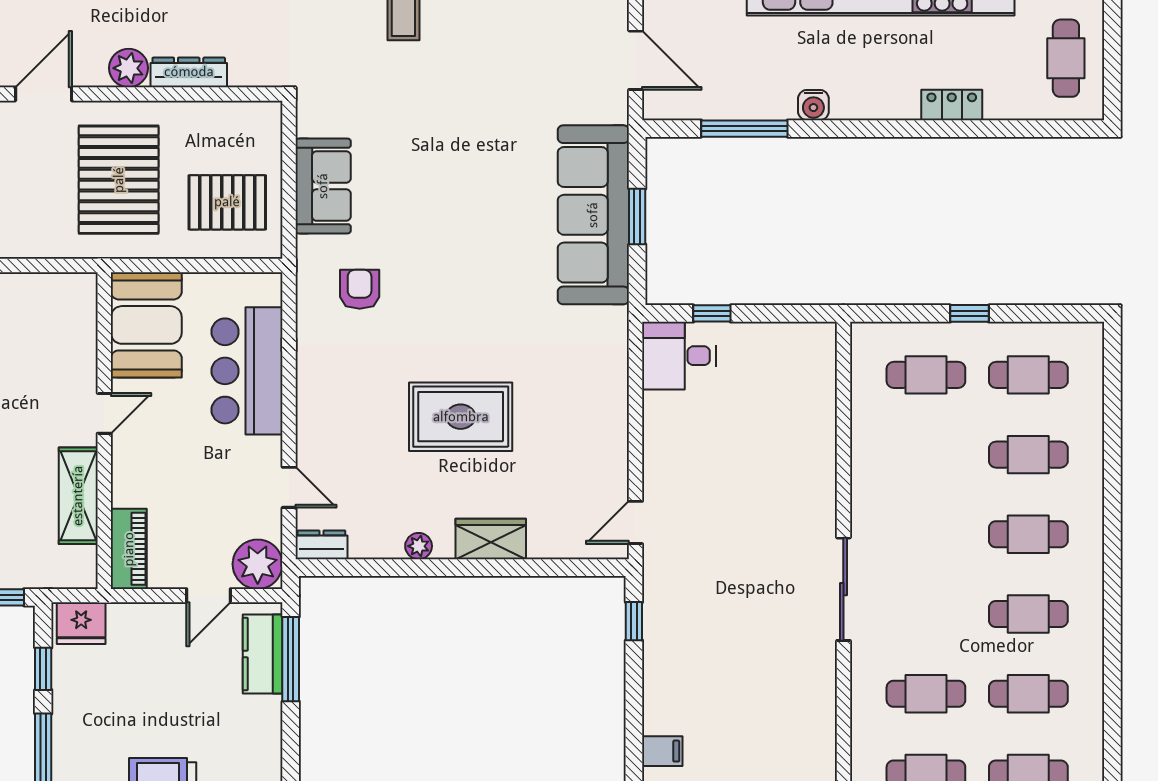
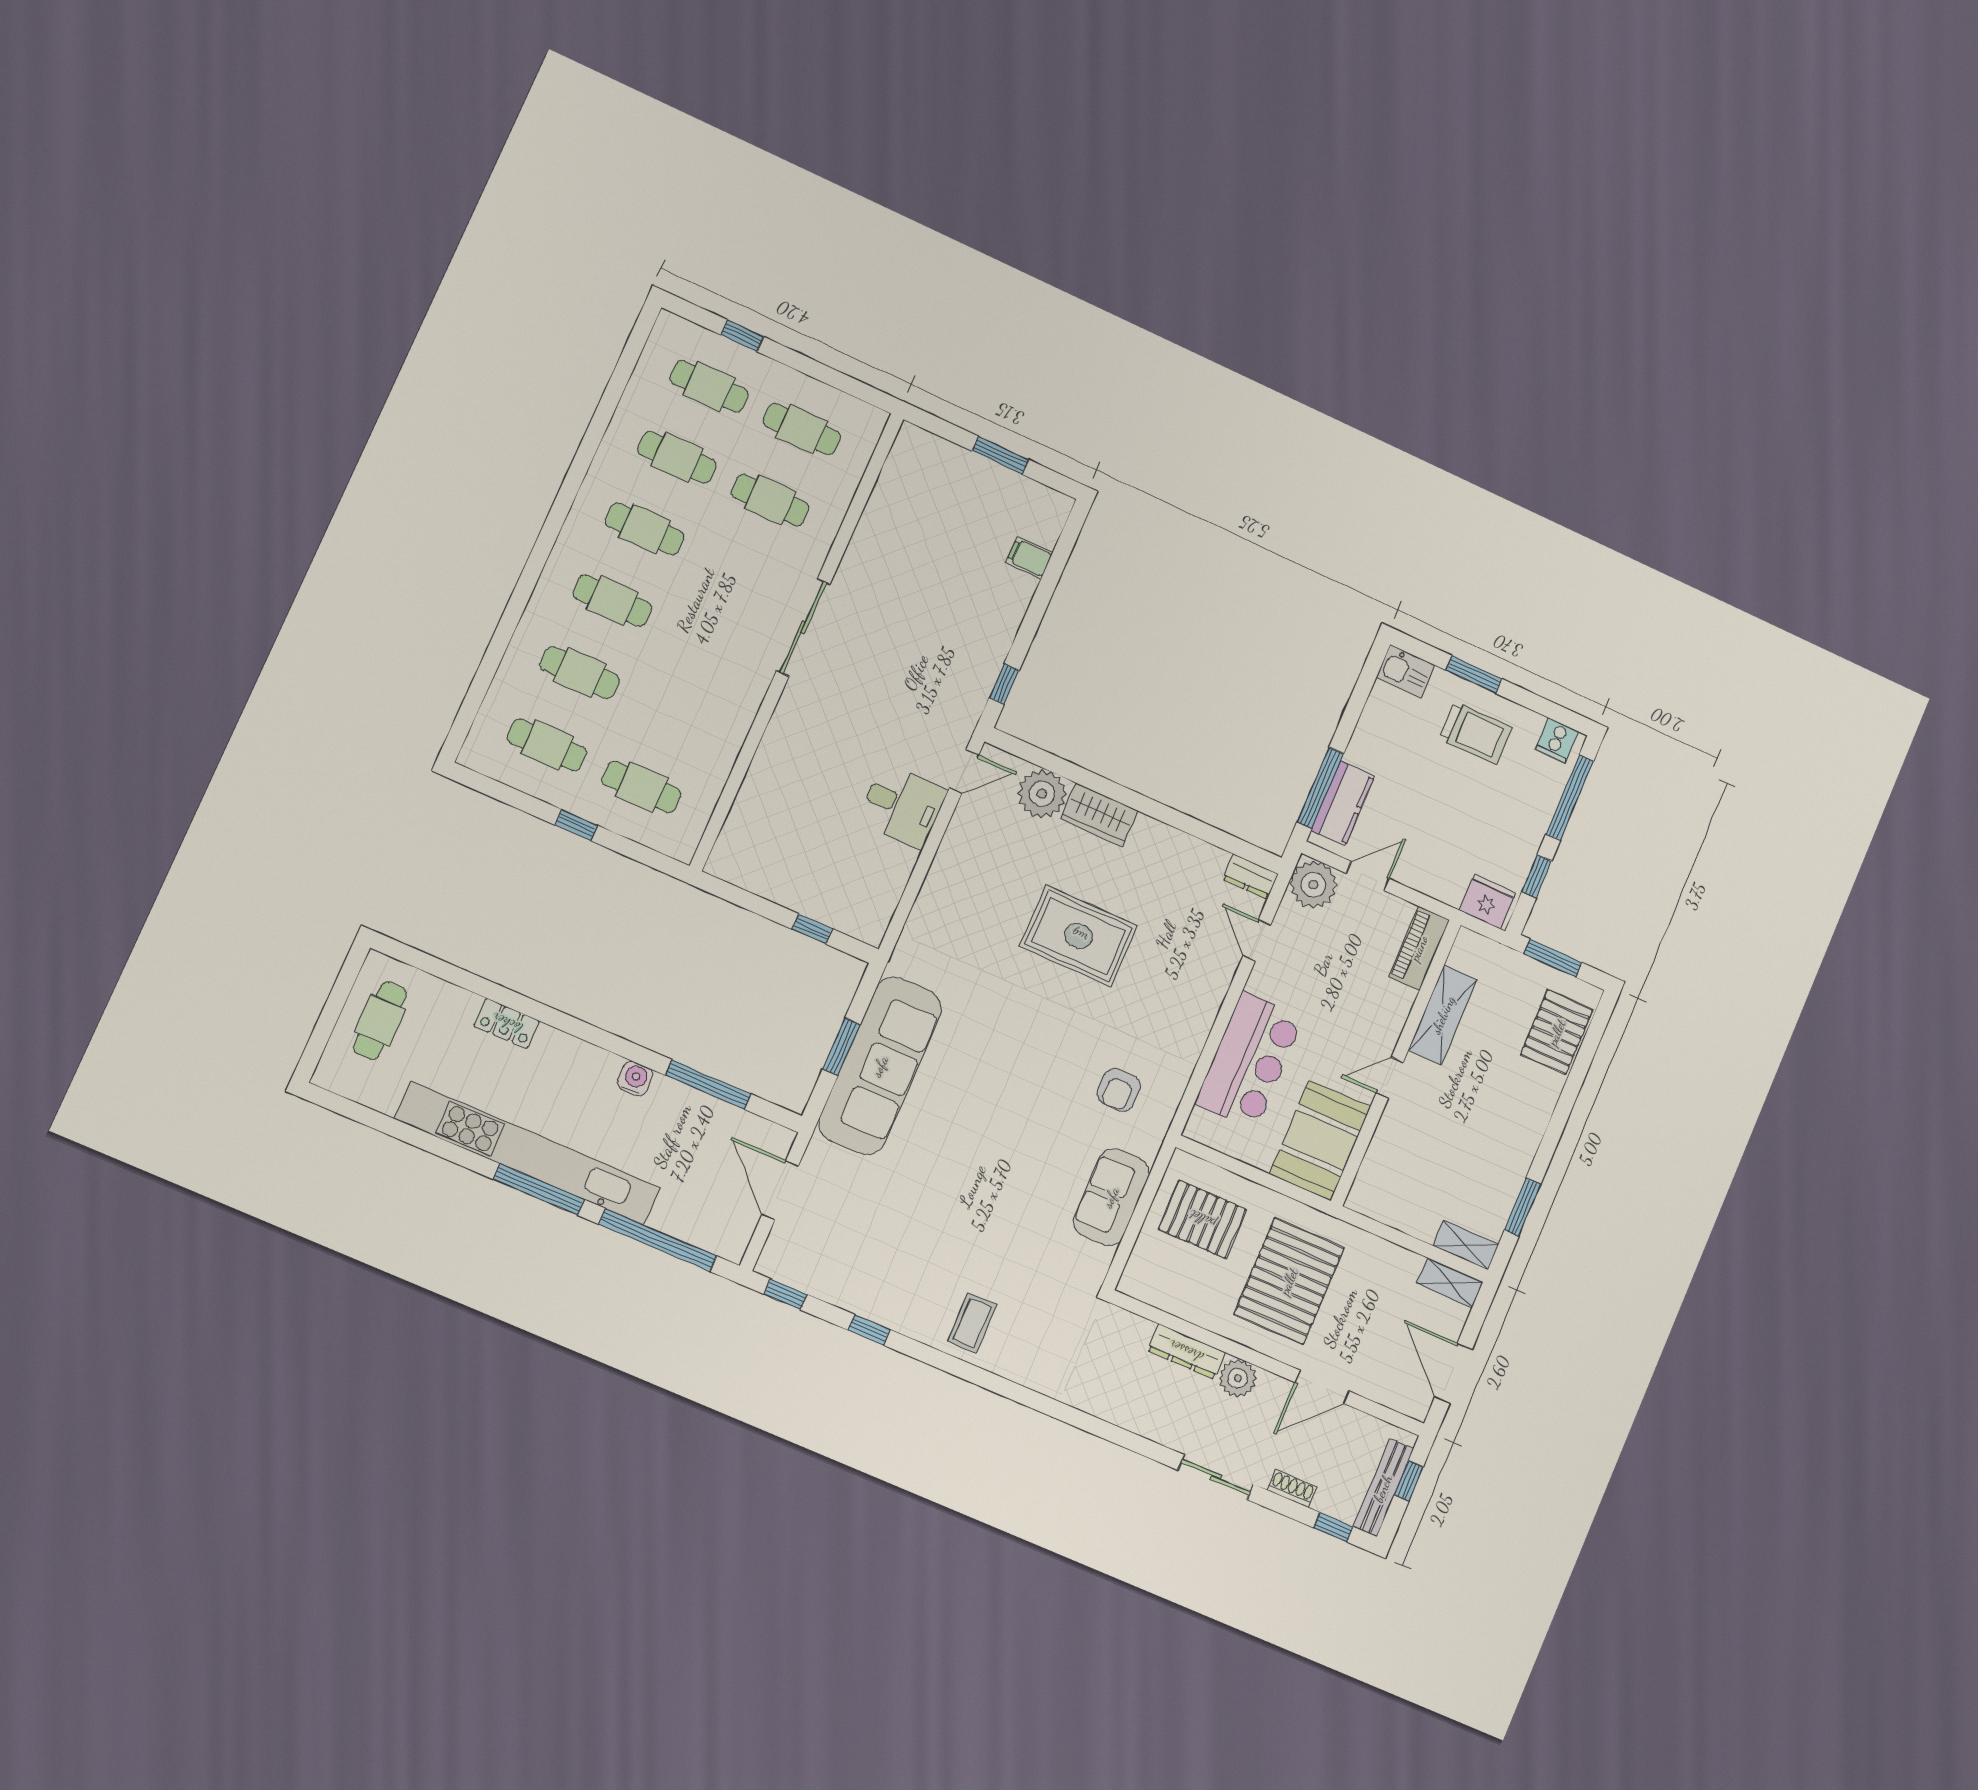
desk: (679, 356) -> (902, 806), moved
plant: (419, 546) -> (1042, 794), moved, width x1.88, depth x1.88

